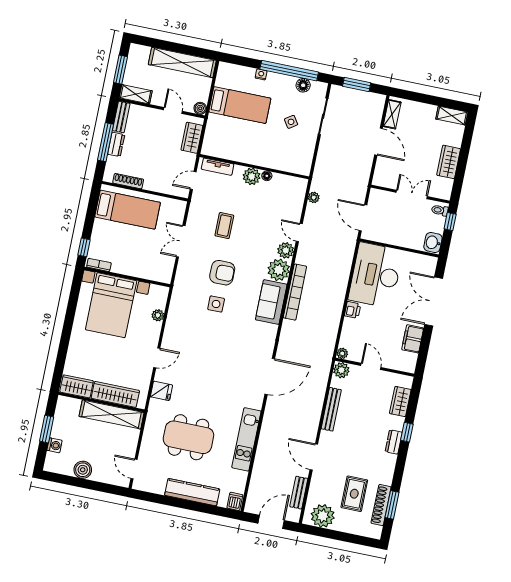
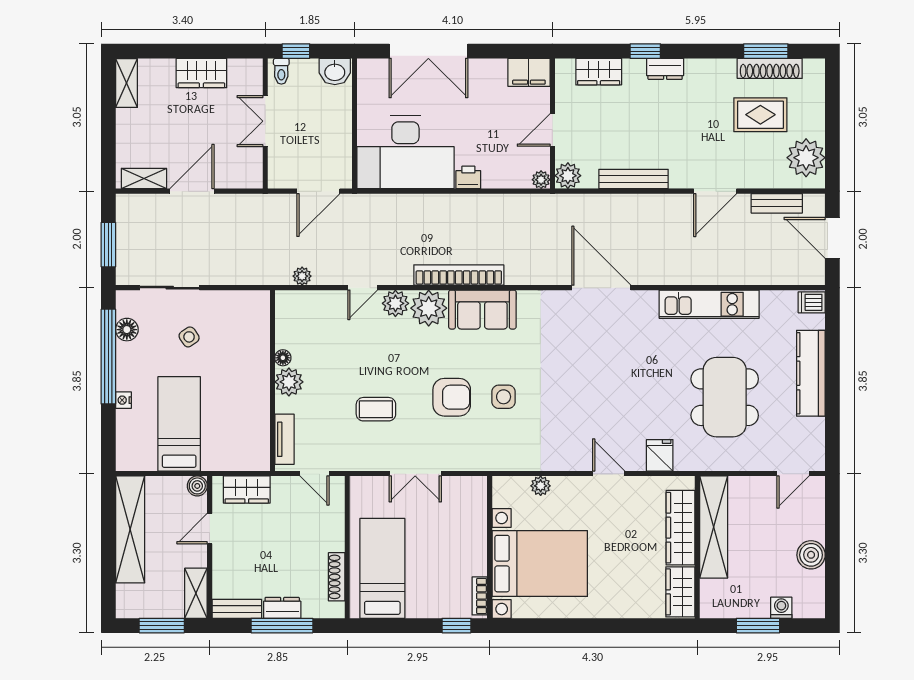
armchair: (222, 273) -> (452, 397), turned 90
filing cabinet: (413, 339) -> (529, 72), moved

